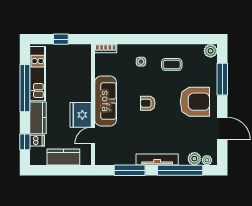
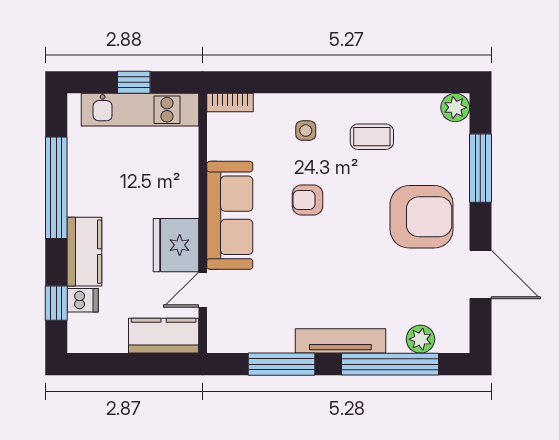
kitchen unit: (38, 74) -> (140, 110), moved, turned 90
armchair: (148, 103) -> (308, 200), moved
kitchen counter: (63, 157) -> (164, 336), moved
plant: (207, 160) -> (447, 343), removed

